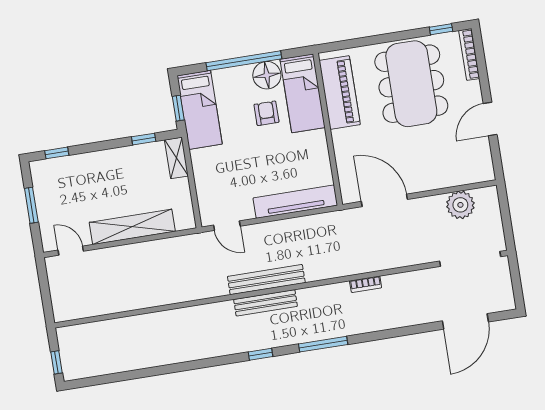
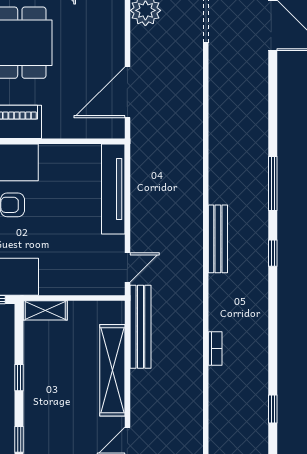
window: (144, 139) -> (19, 378), moved
bench: (266, 280) -> (140, 327), moved
bookcase: (366, 284) -> (215, 349), moved
window: (121, 377) -> (273, 409), added

